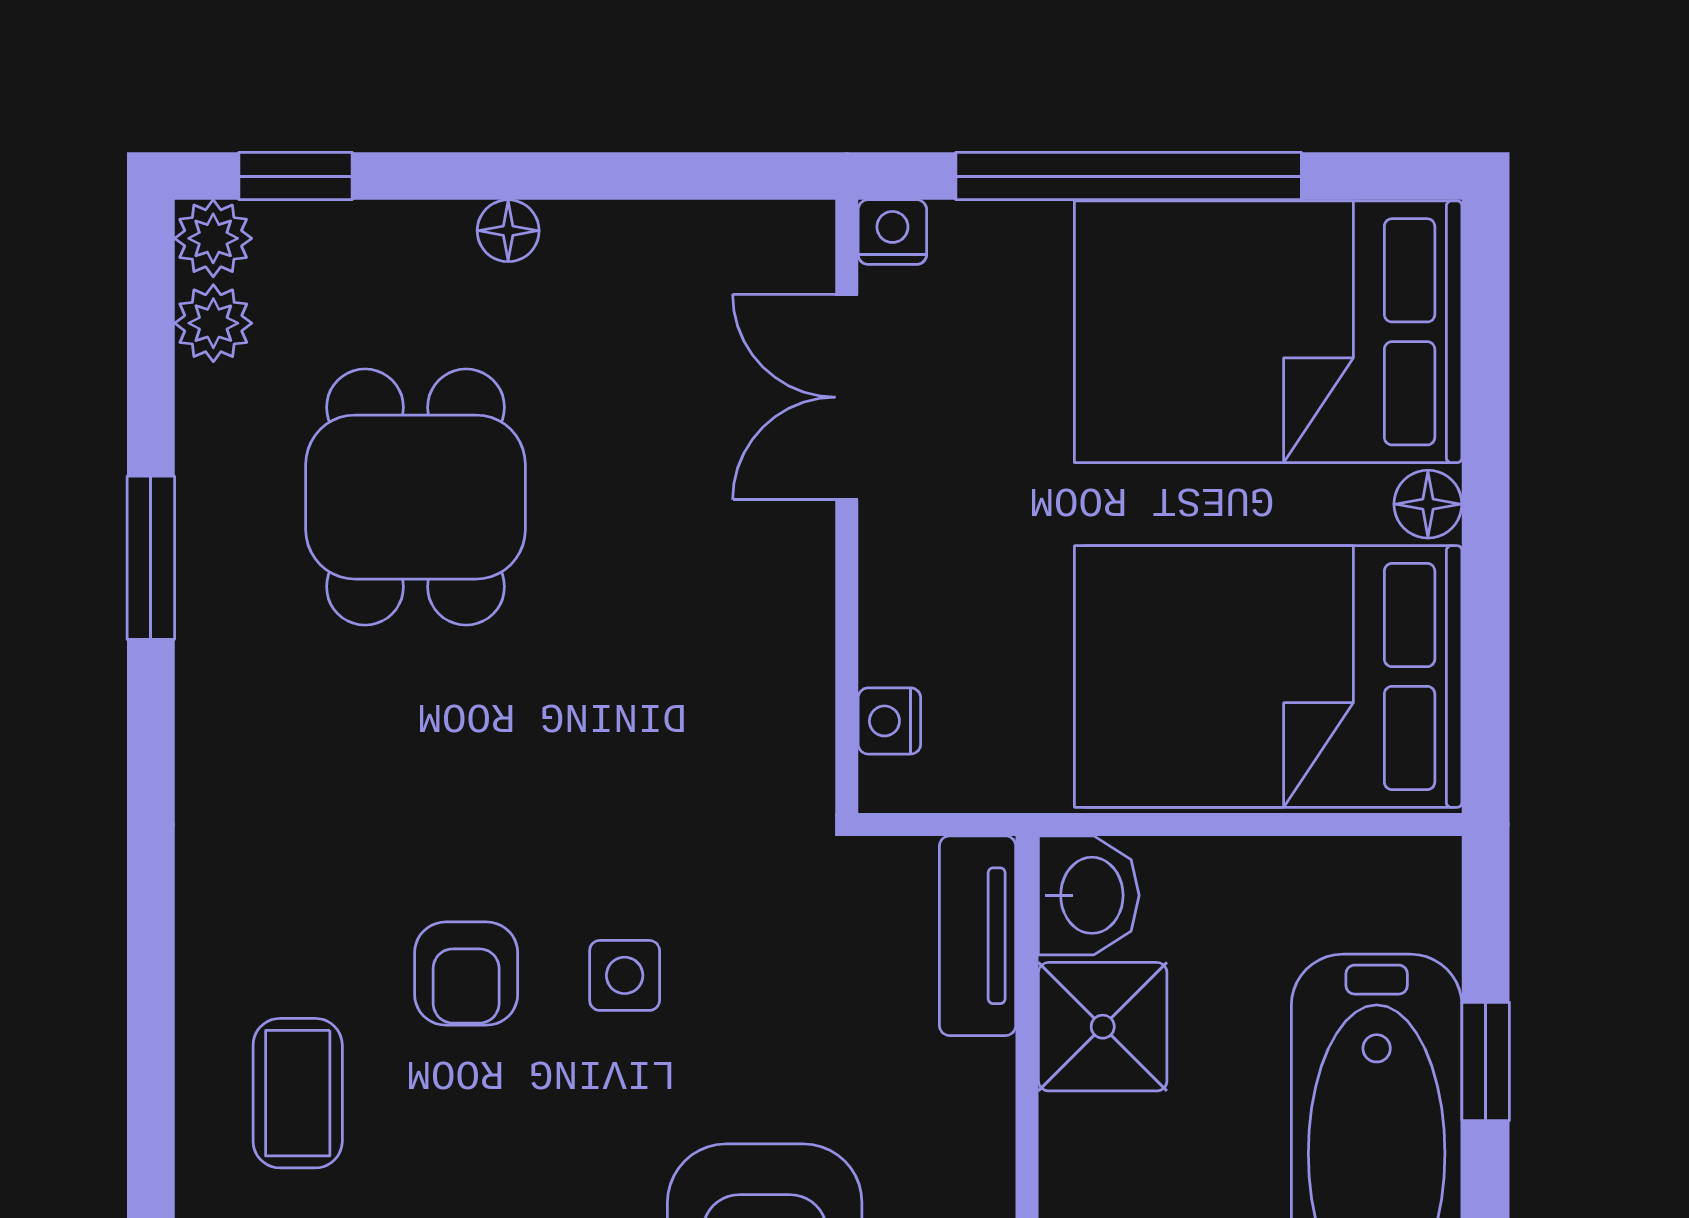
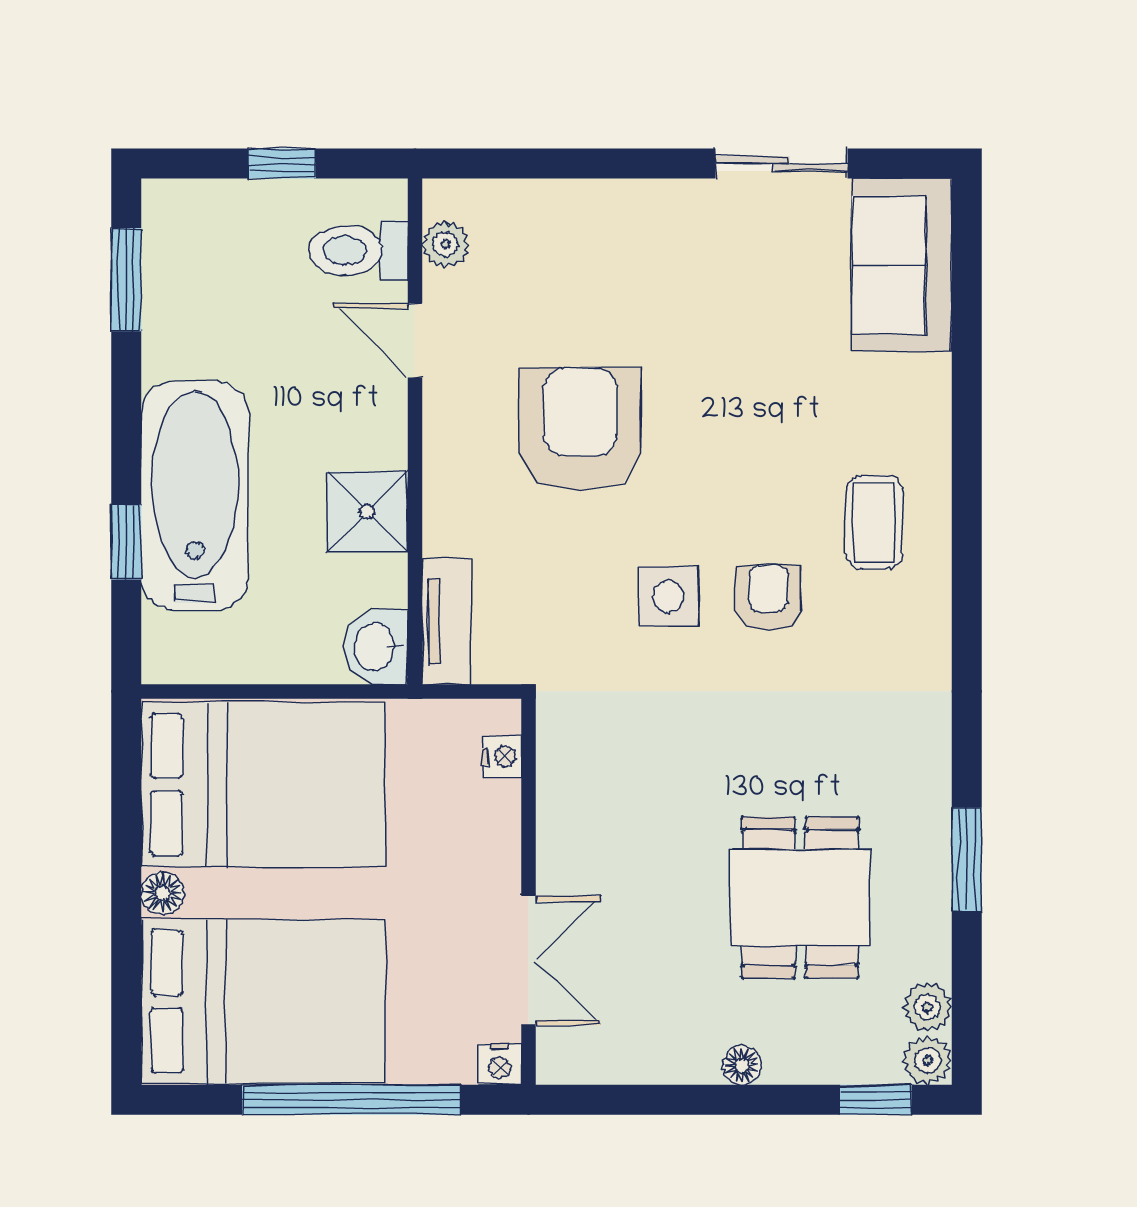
side table: (625, 975) -> (668, 596), width x1.37, depth x1.37
shower: (1103, 1027) -> (367, 512), moved

